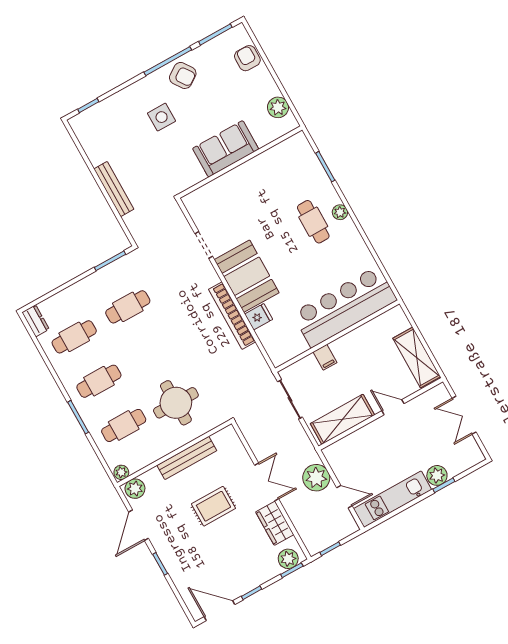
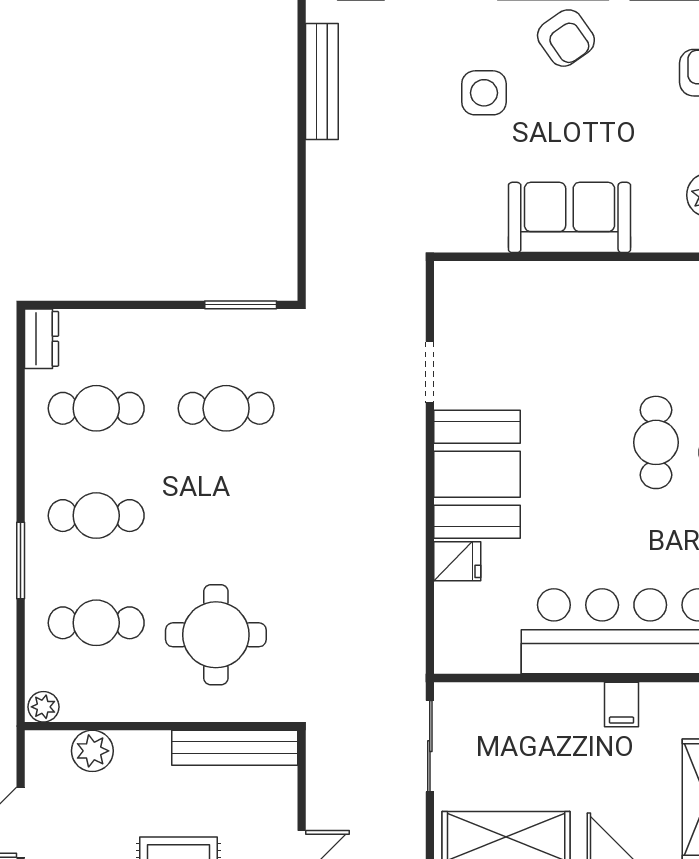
bench: (114, 189) -> (322, 82), moved
bookcase: (232, 316) -> (409, 532), removed
filing cabinet: (325, 357) -> (622, 704), moved
bench: (187, 458) -> (235, 748), moved
plant: (135, 489) -> (92, 751), moved

